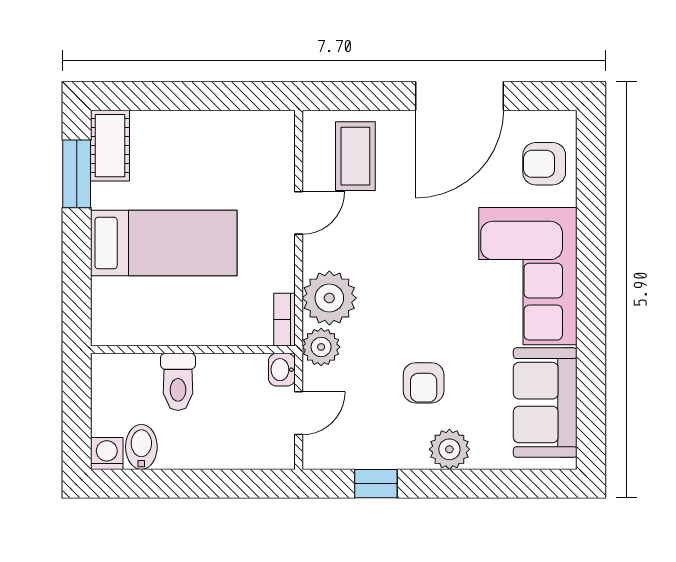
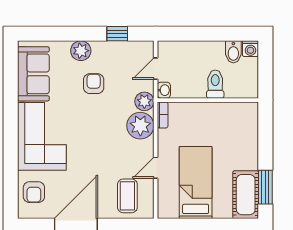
cot: (110, 146) -> (246, 195), width x1.37, depth x1.34
armchair: (544, 164) -> (34, 192), turned 90
bed: (164, 243) -> (196, 183), moved, turned 90

